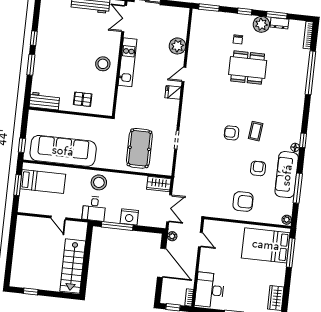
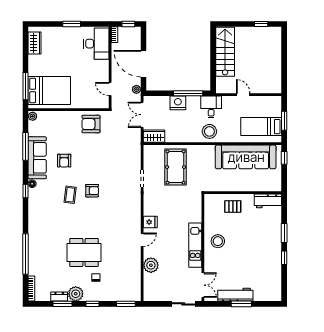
armchair: (243, 201) -> (91, 124), moved

